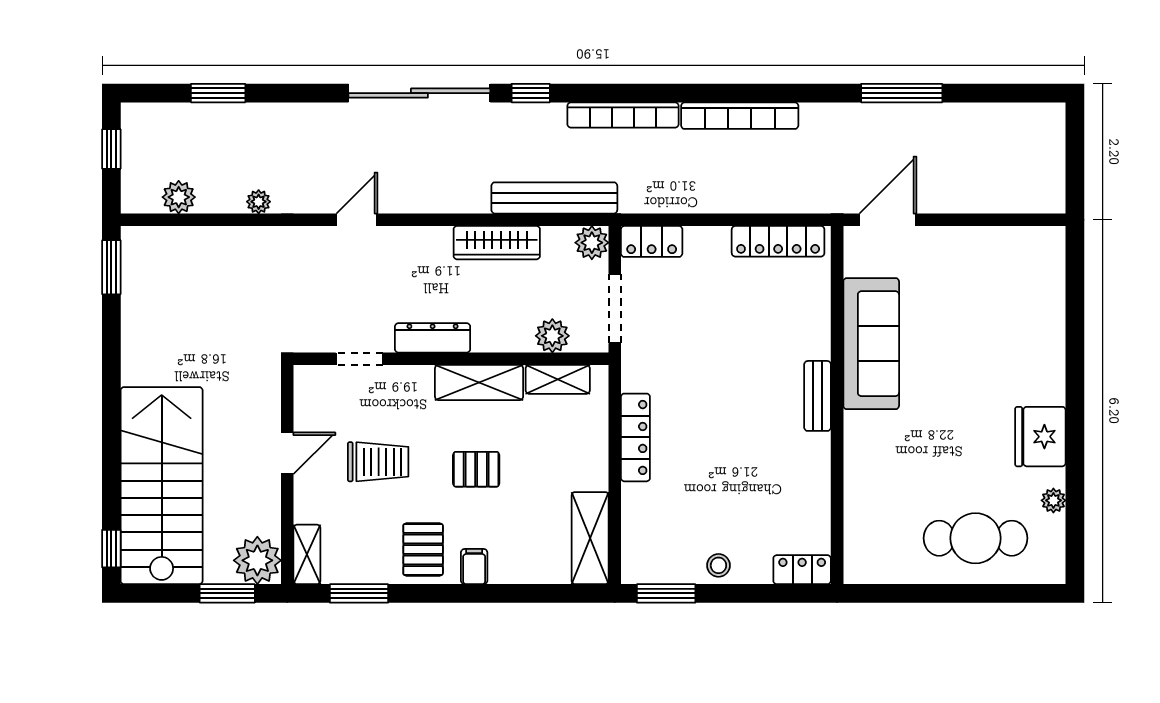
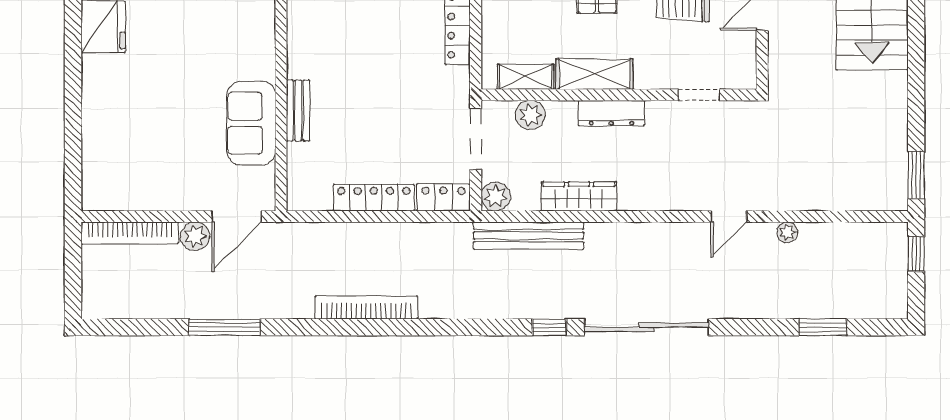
bookcase: (623, 115) -> (130, 233), moved, turned 180
window: (111, 149) -> (916, 254), moved
plant: (179, 197) -> (195, 236), moved
door: (357, 220) -> (729, 216), moved
locker: (778, 241) -> (374, 198), moved
dresser: (433, 338) -> (611, 113), moved
sofa: (871, 344) -> (251, 123), width x0.73
bench: (818, 396) -> (298, 110), moved

